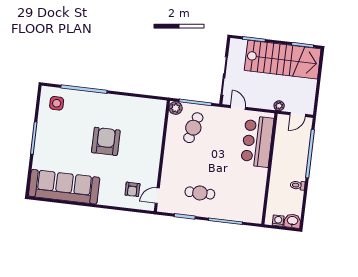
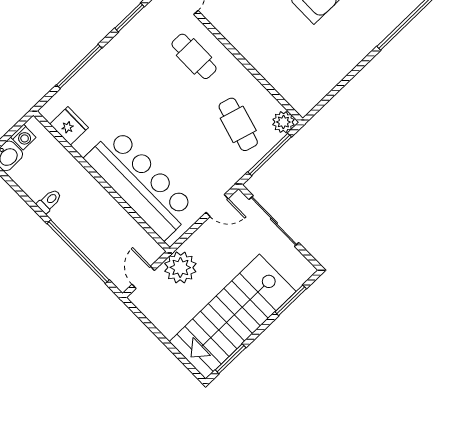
plant: (279, 106) -> (180, 267), width x1.87, depth x1.87
bar counter: (257, 141) -> (140, 183), width x1.36
cafe table: (200, 193) -> (194, 56), moved, turned 90
fridge: (256, 204) -> (69, 126), added

